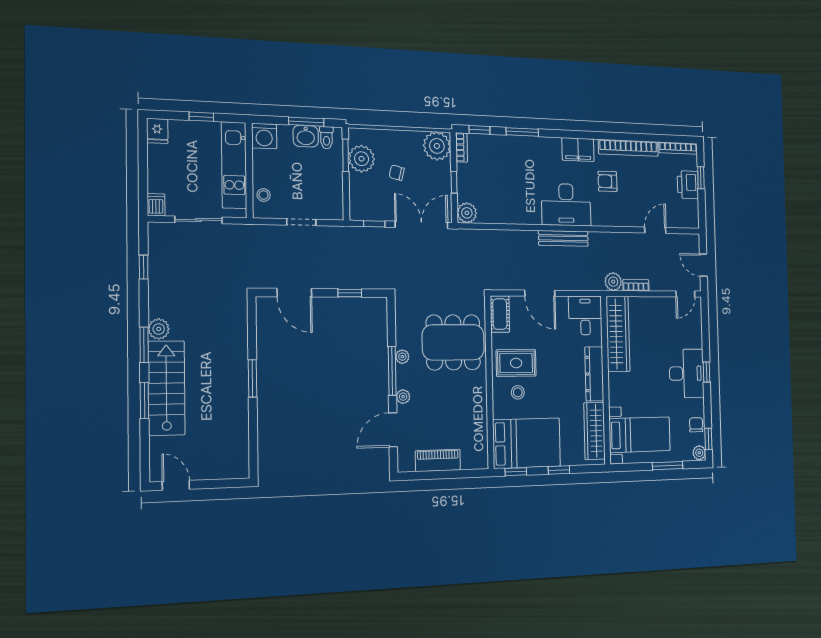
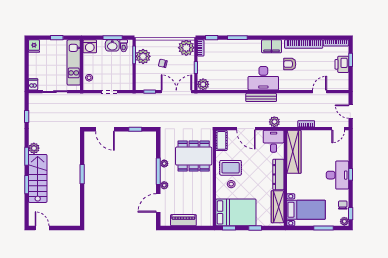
plant: (613, 282) -> (274, 122), moved

